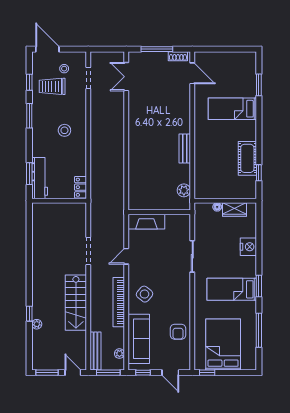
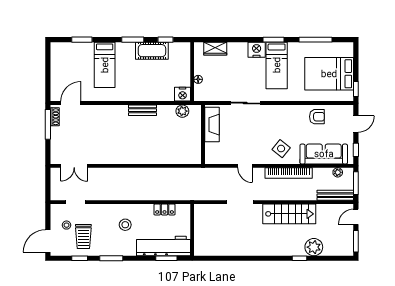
window: (157, 49) -> (48, 124), moved
window: (259, 138) -> (133, 40), added
workbench: (40, 178) -> (163, 246), width x1.36, depth x1.32
locker: (81, 187) -> (165, 209), moved
nightstand: (202, 191) -> (183, 94), added
wardrobe: (234, 209) -> (215, 49), moved, turned 90
fireplace: (146, 222) -> (212, 125), moved
nightstand: (248, 247) -> (257, 50), moved
plant: (37, 324) -> (314, 247), width x1.87, depth x1.87

